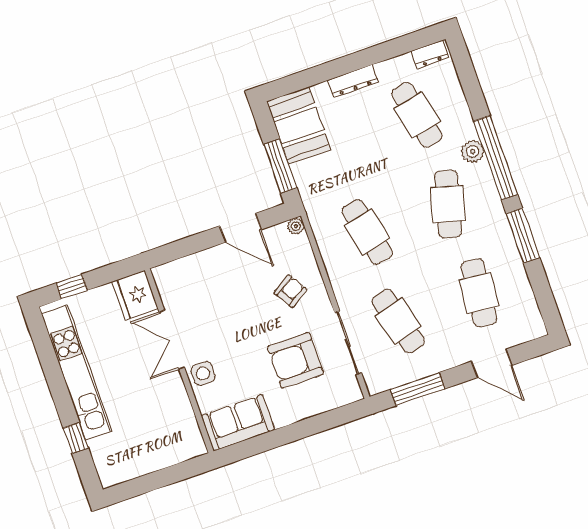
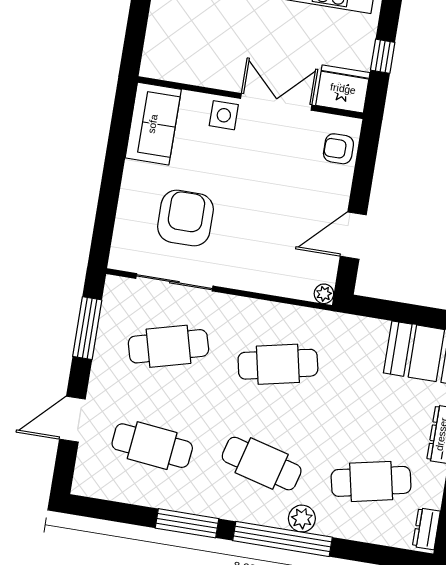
window: (280, 166) -> (395, 311), removed
window: (72, 287) -> (383, 56), moved
armchair: (290, 291) -> (338, 149), moved, turned 122

